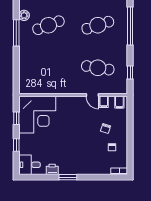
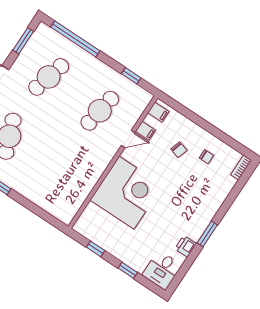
cafe table: (98, 25) -> (49, 77), turned 33
corner desk: (37, 115) -> (126, 193), moved

